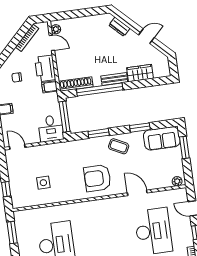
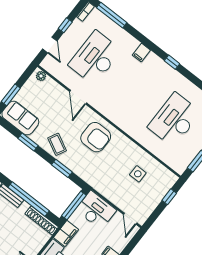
filing cabinet: (50, 87) -> (66, 233), width x2.00
desk: (51, 128) -> (96, 210), width x1.37

